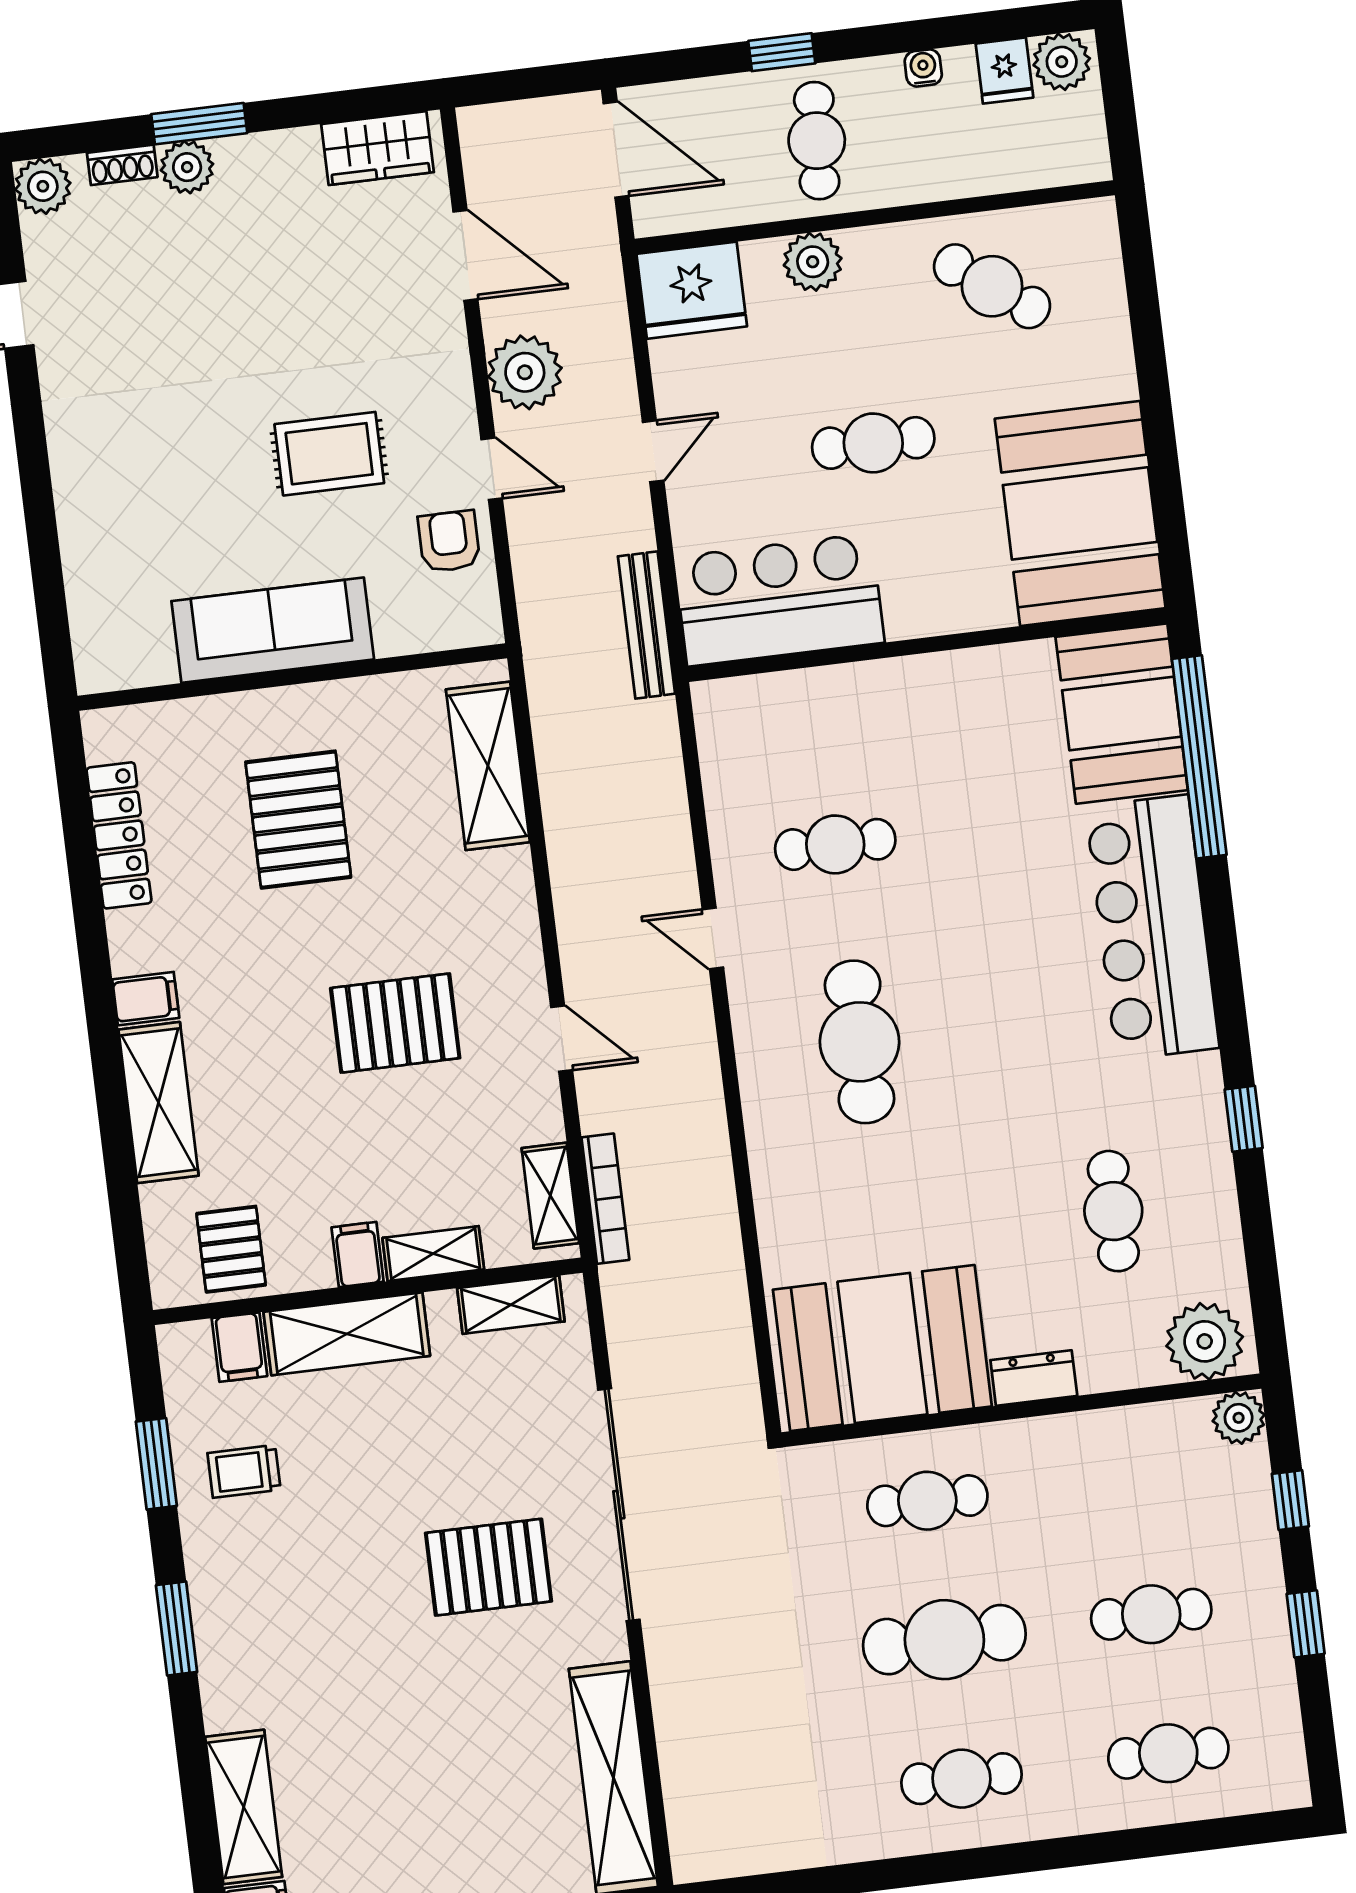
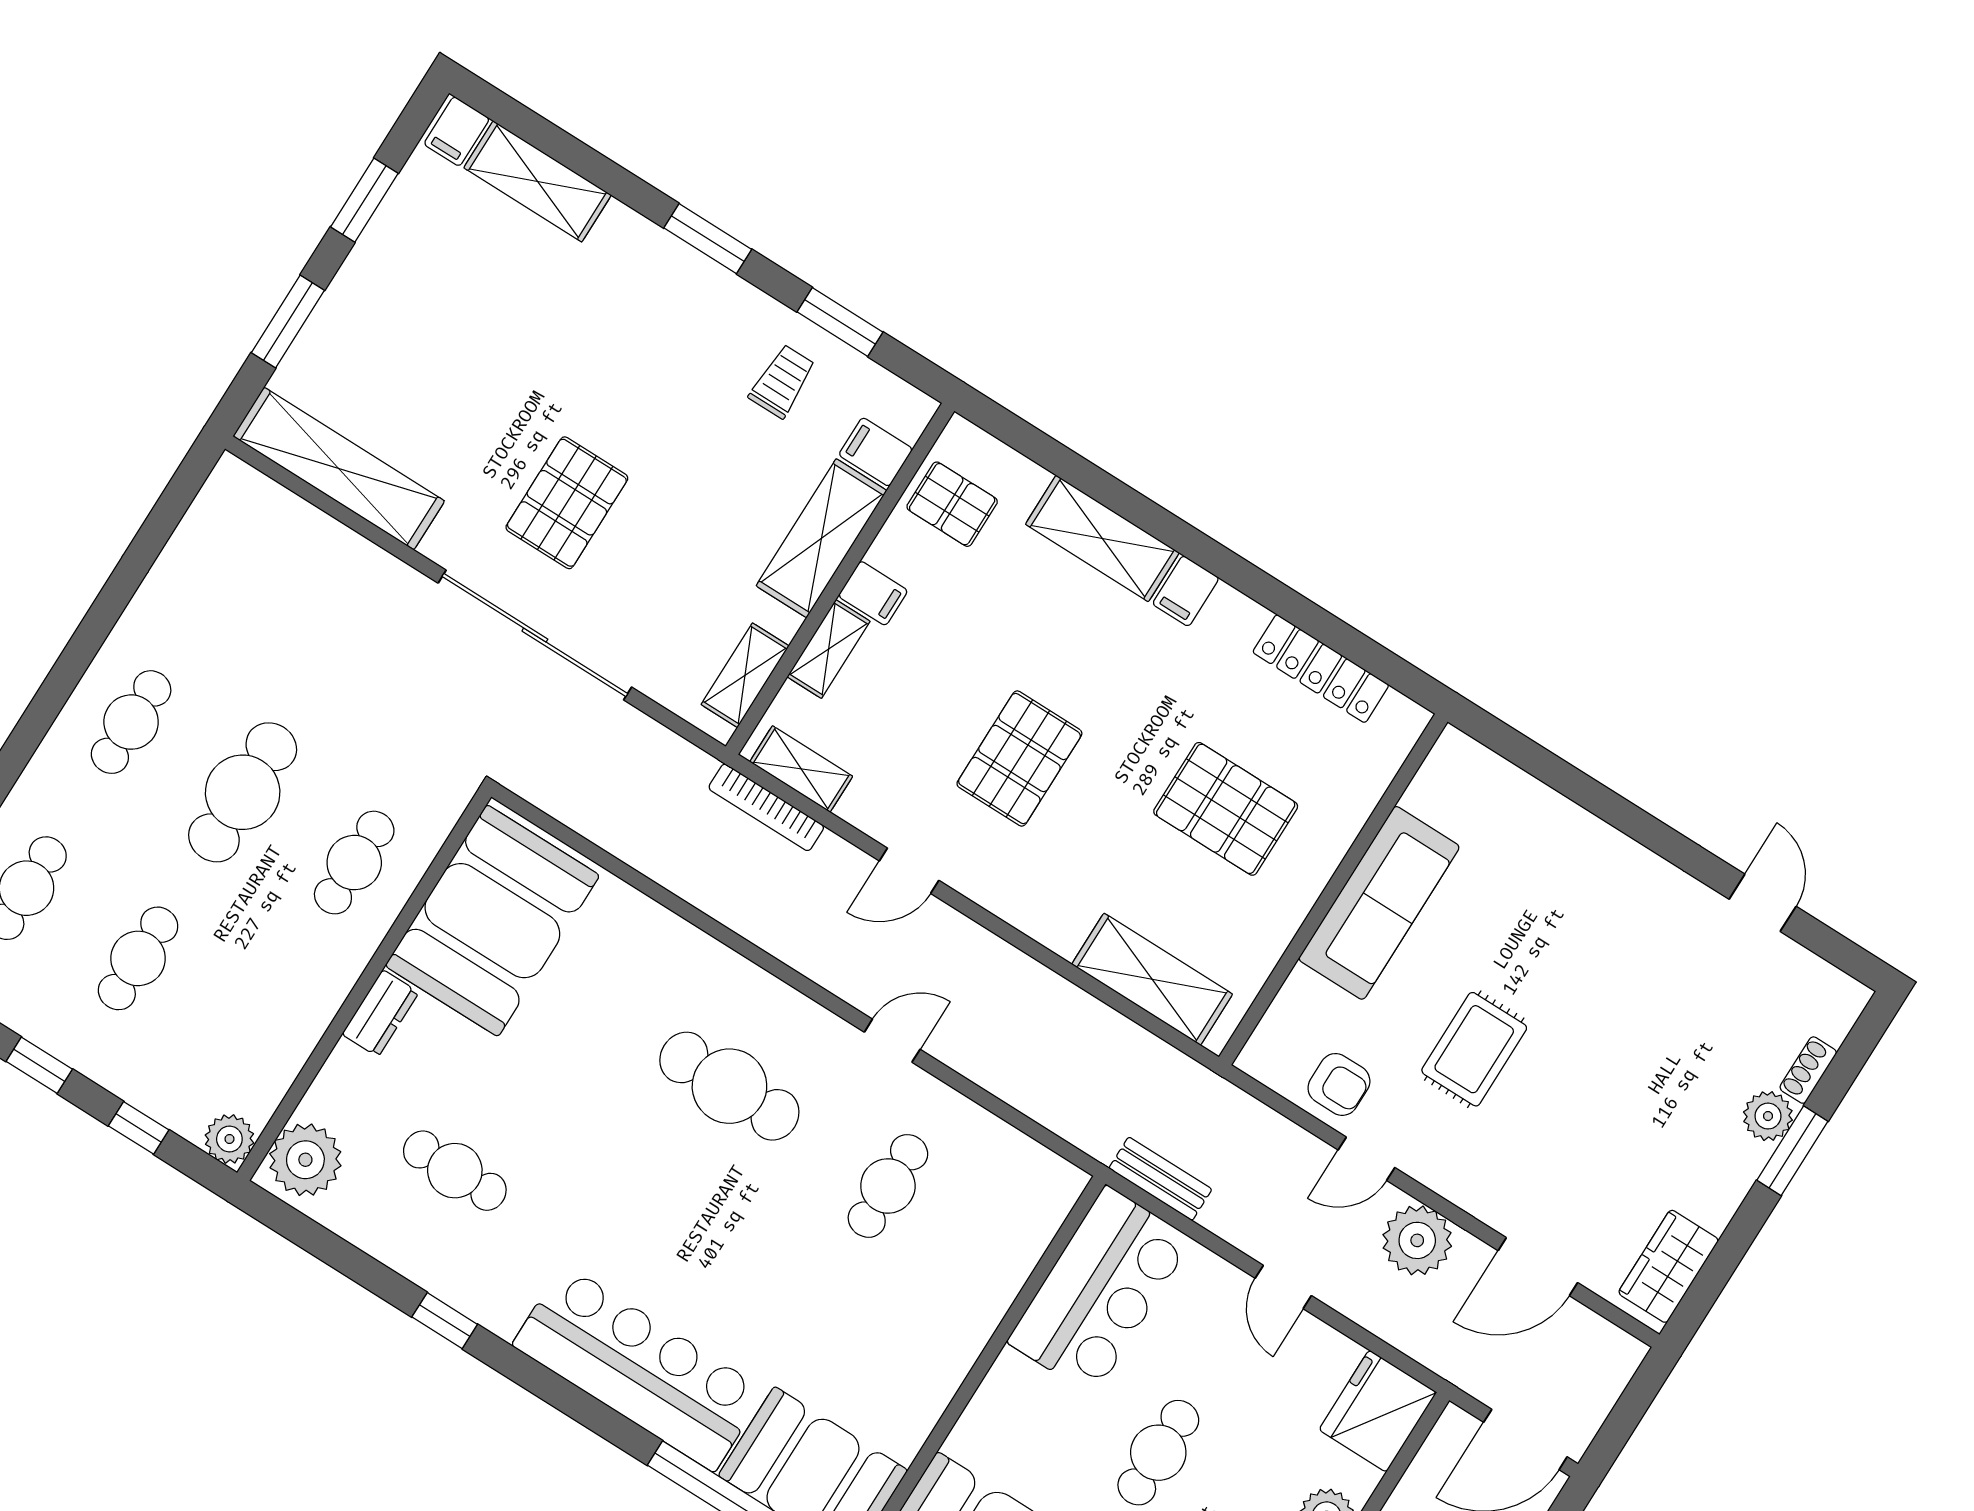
plant: (43, 186) -> (1840, 999), removed
bench: (646, 625) -> (1160, 1179), width x0.73

